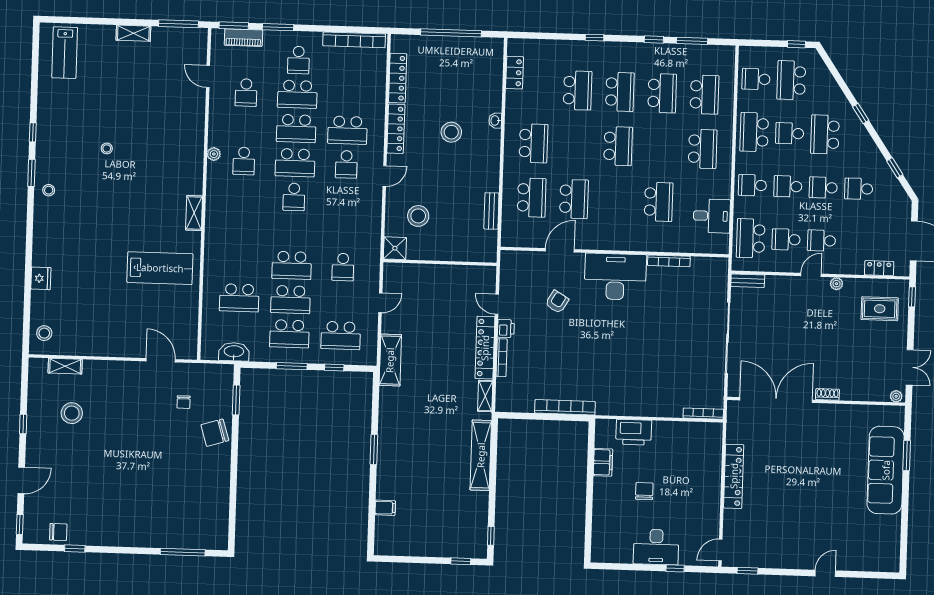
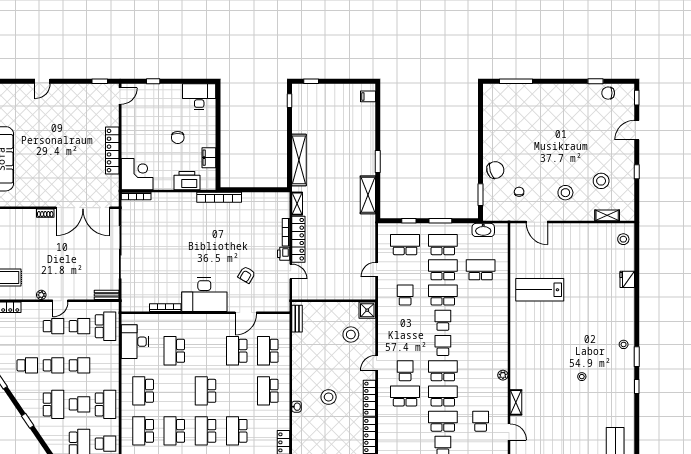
school desk: (244, 161) -> (443, 320), moved
school desk: (752, 185) -> (106, 365), removed
bench: (491, 211) -> (297, 319), moved
shelving: (194, 213) -> (516, 402), moved
desk: (712, 216) -> (135, 342), width x1.37
shelving: (390, 360) -> (368, 195), moved
stool: (121, 399) -> (565, 193), added
bookcase: (565, 407) -> (219, 197), moved
corner desk: (701, 443) -> (137, 174), added
filing cabinet: (385, 508) -> (368, 96), moved
desk: (656, 547) -> (199, 97), moved

